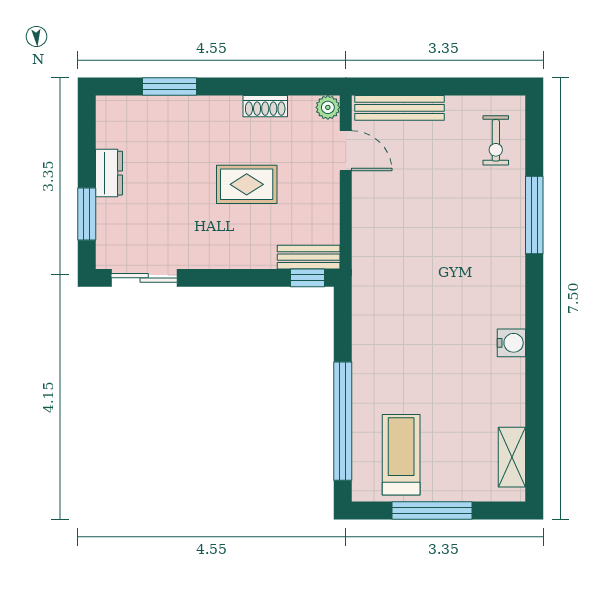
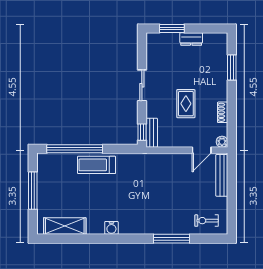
sliding door: (144, 278) -> (142, 85), moved
treadmill: (401, 455) -> (97, 165), moved, turned 180
shelving: (512, 457) -> (65, 226), width x1.50, depth x1.33

